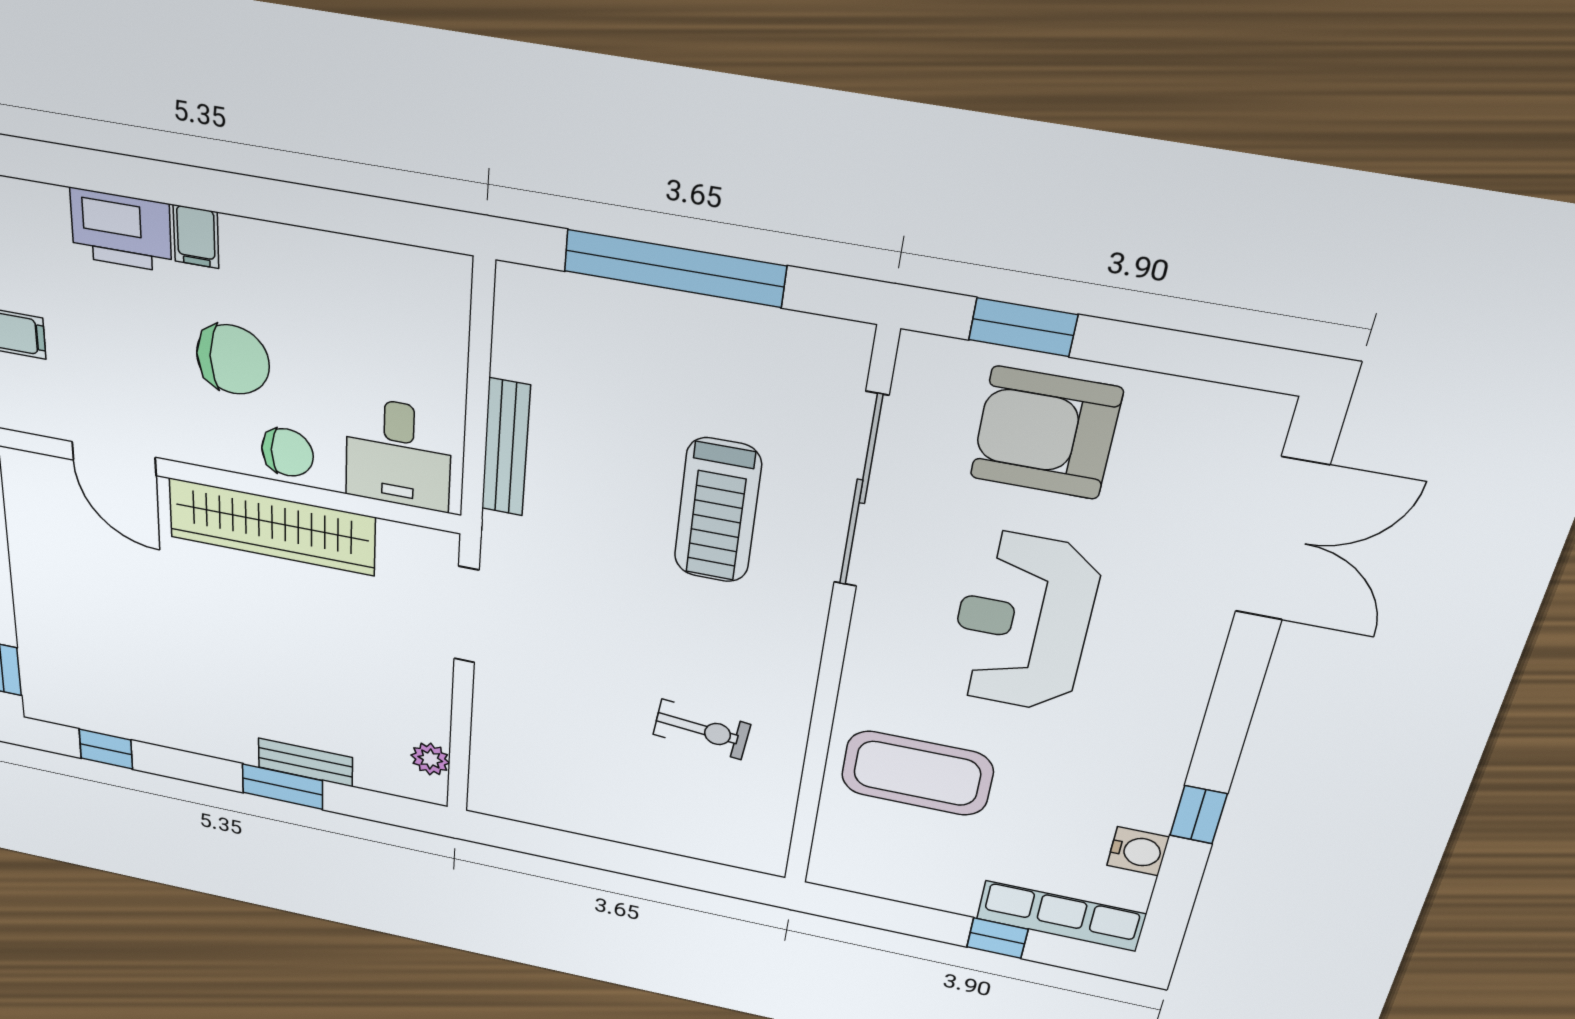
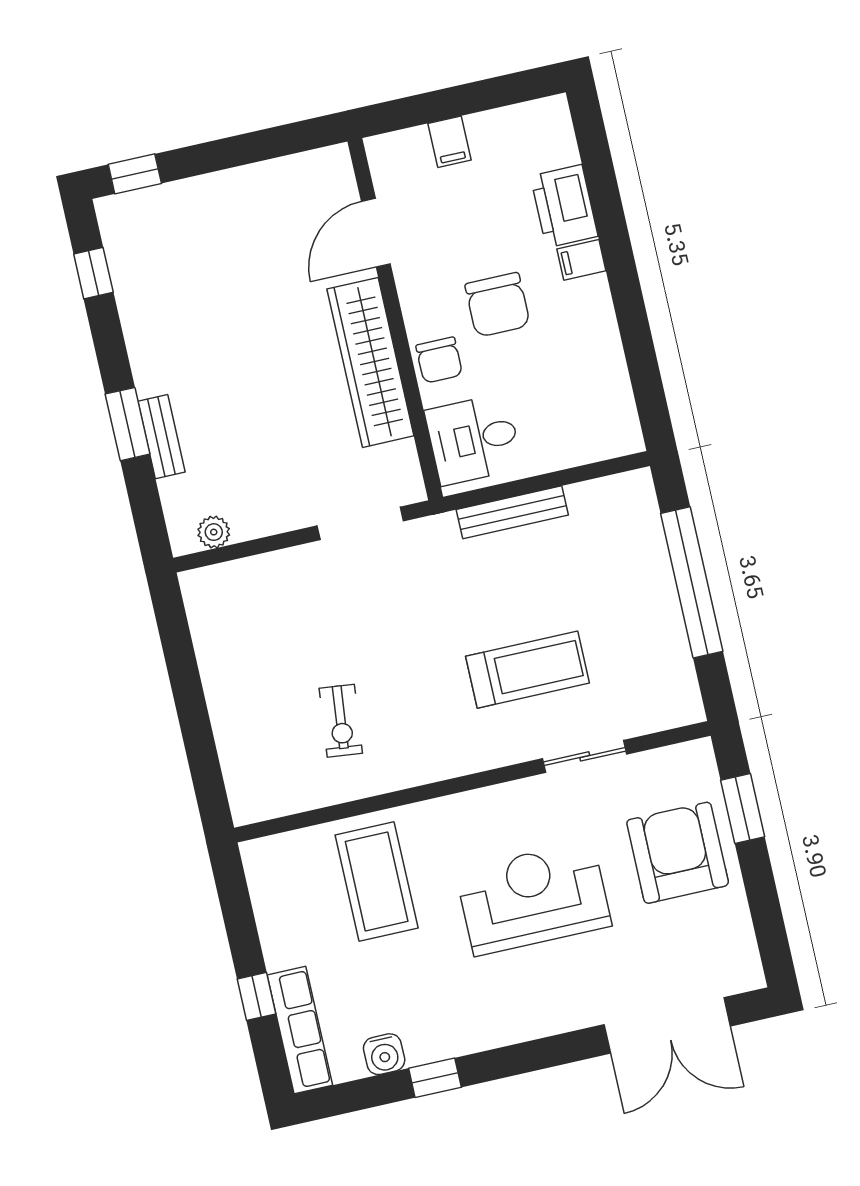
sliding door: (861, 491) -> (585, 756), width x0.54
treadmill: (718, 511) -> (528, 670), turned 180

